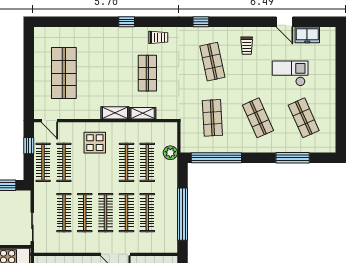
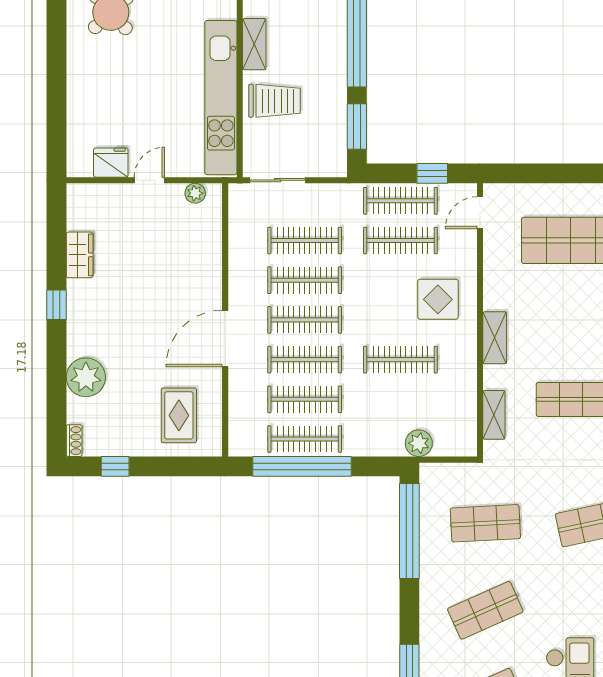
shelving: (143, 113) -> (494, 415), moved
clothes rail: (147, 162) -> (305, 439), moved

